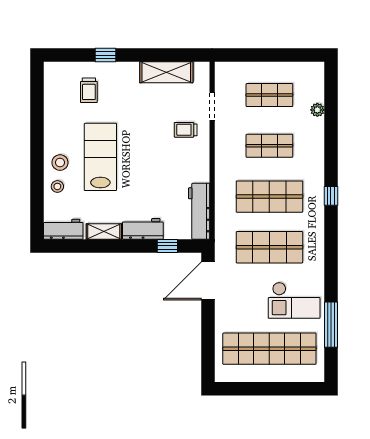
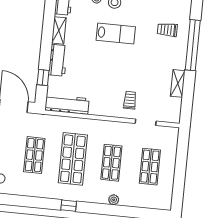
window: (106, 55) -> (193, 45), width x3.17
shelving: (166, 72) -> (178, 83), width x0.67, depth x0.75
plant: (317, 110) -> (114, 200), moved
lab bench: (100, 157) -> (116, 33), width x0.73, depth x0.72
shop shelf: (269, 247) -> (34, 155), width x0.70, depth x0.74

